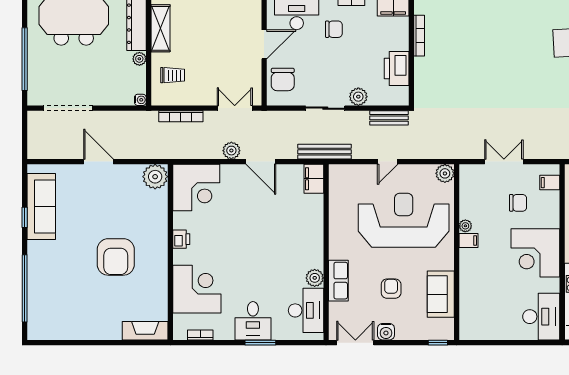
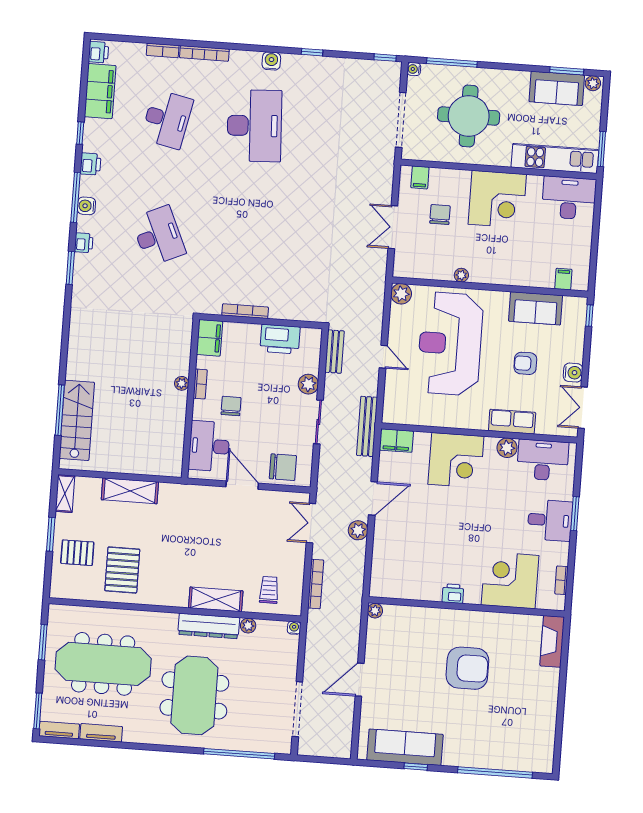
plant: (155, 177) -> (375, 611), width x0.53, depth x0.53
corner desk: (196, 188) -> (456, 460), moved, turned 90
filing cabinet: (469, 240) -> (563, 279), moved

